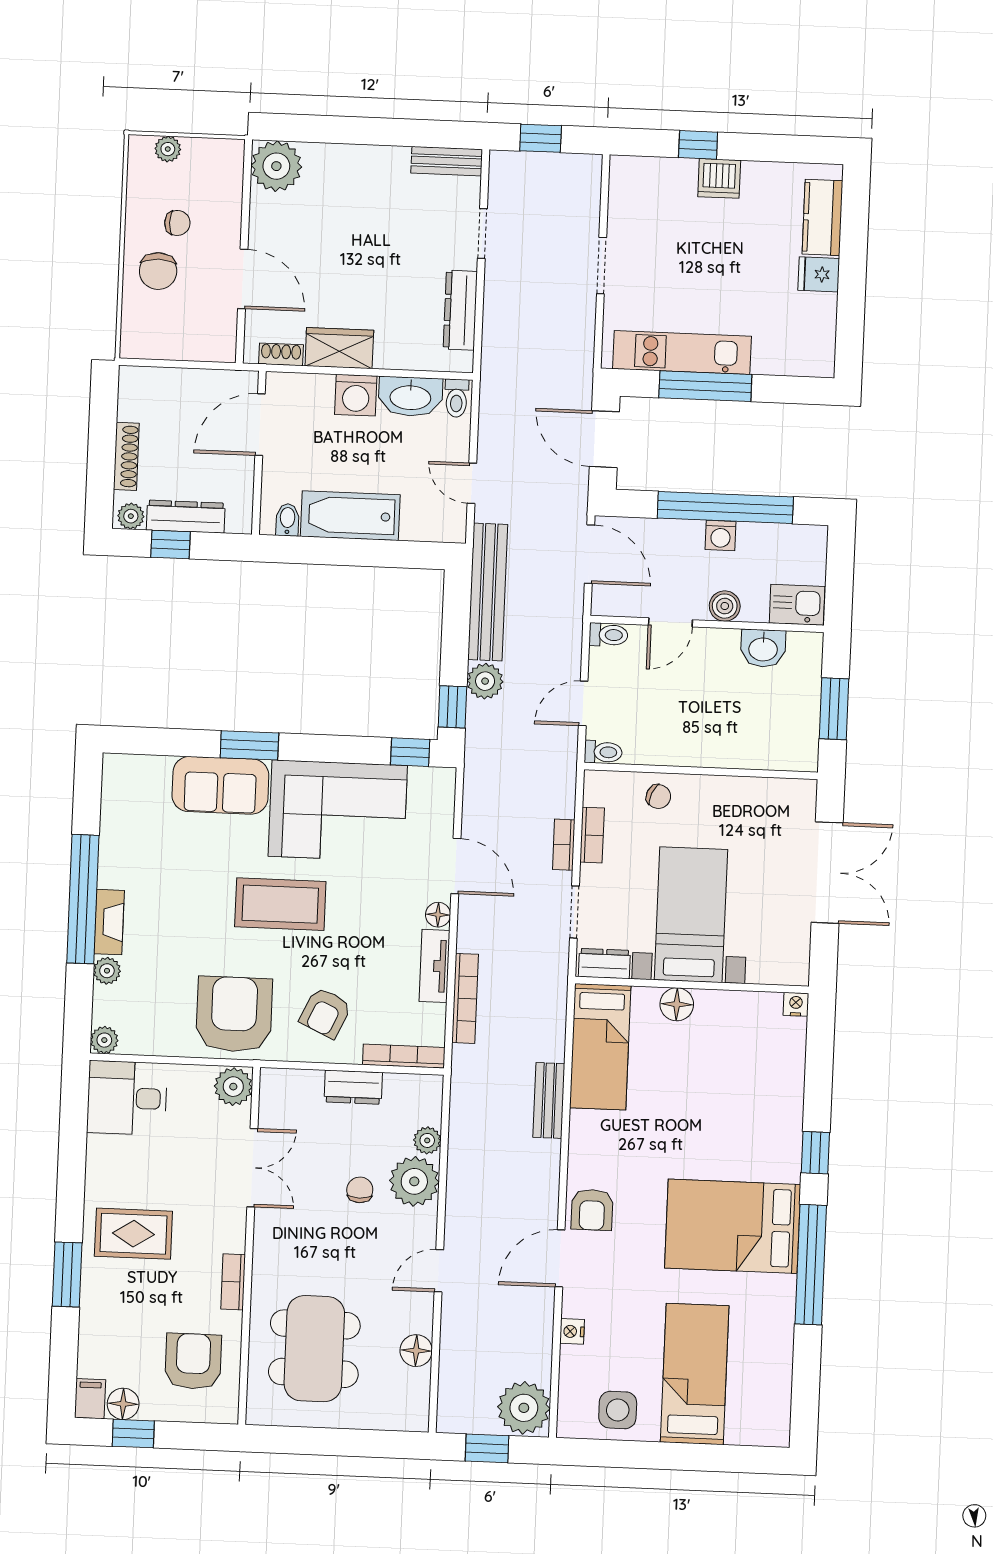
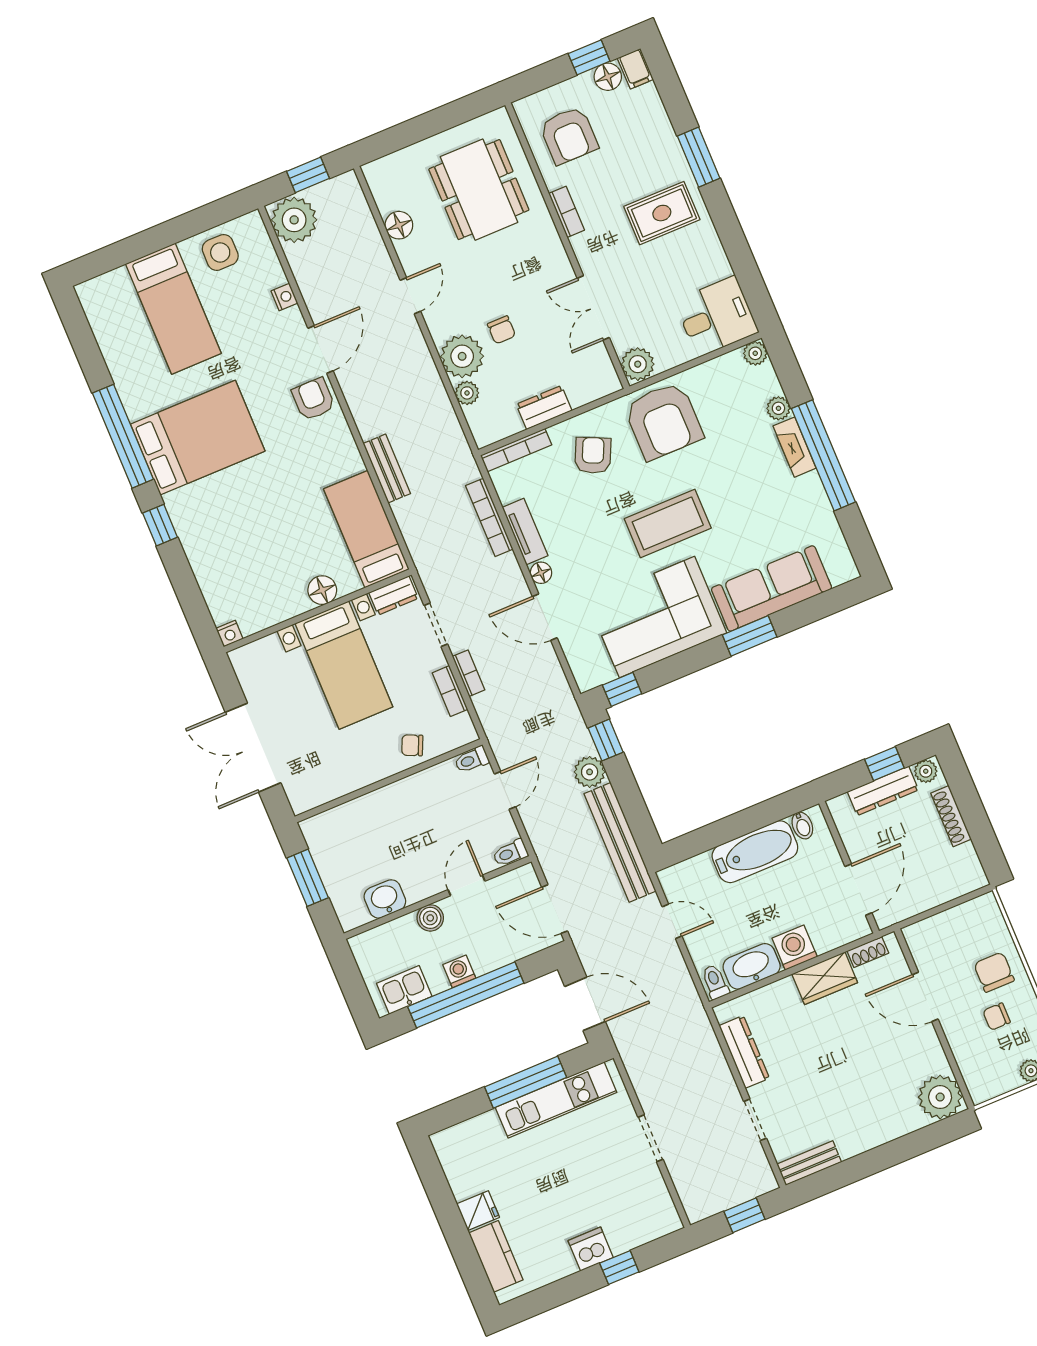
kitchen sink: (797, 605) -> (404, 990), moved, turned 180
sofa: (220, 785) -> (771, 588), width x1.36

